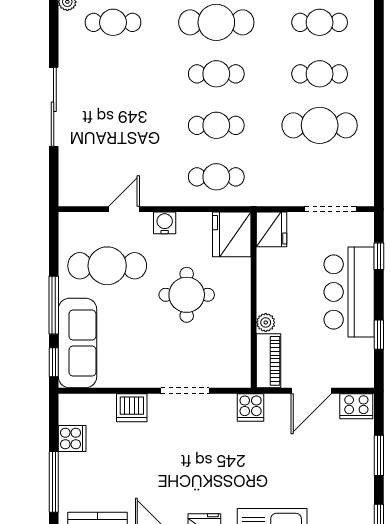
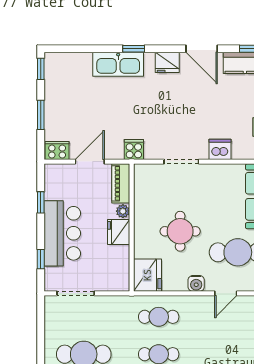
fridge: (271, 229) -> (119, 232), moved

